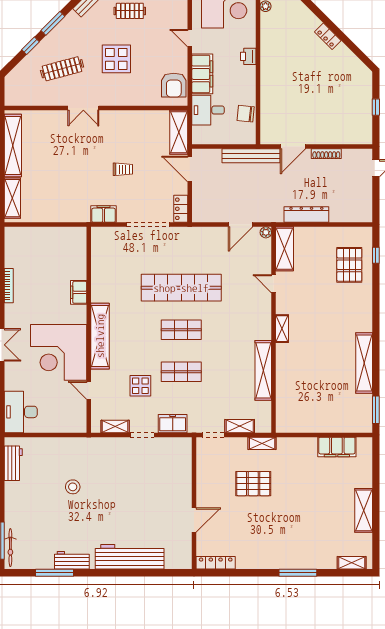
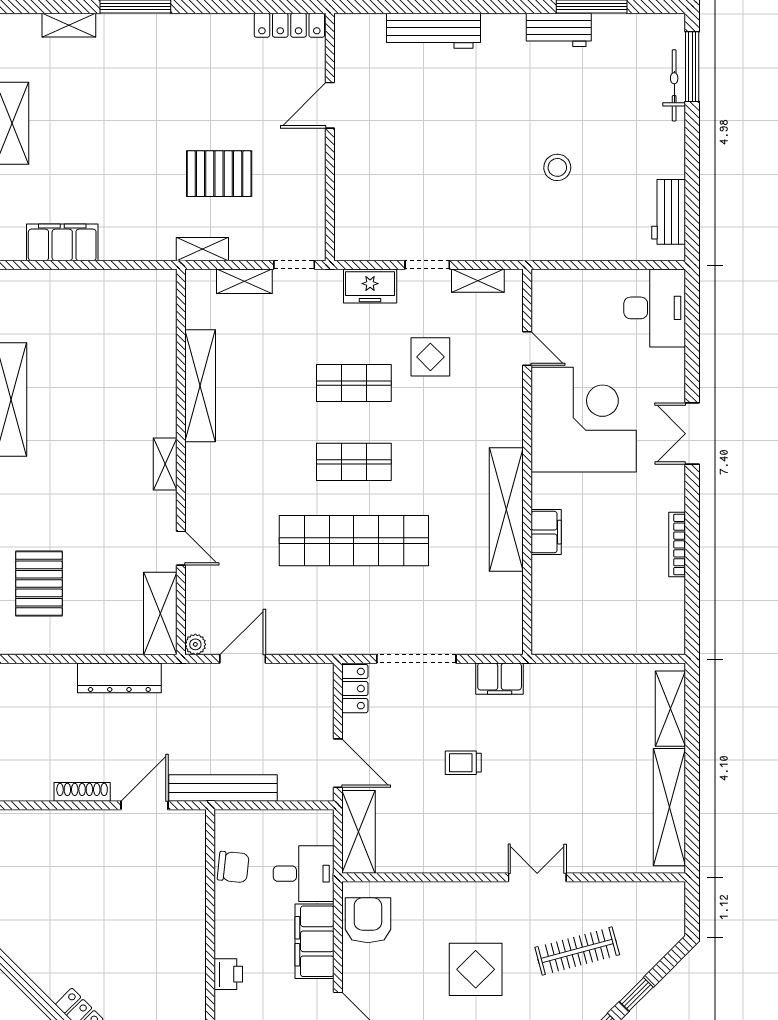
shelving: (100, 336) -> (506, 509), moved
bicycle: (10, 548) -> (674, 85), moved
workbench: (130, 557) -> (434, 31), width x0.73, depth x0.76
shelving: (352, 563) -> (69, 25), moved

